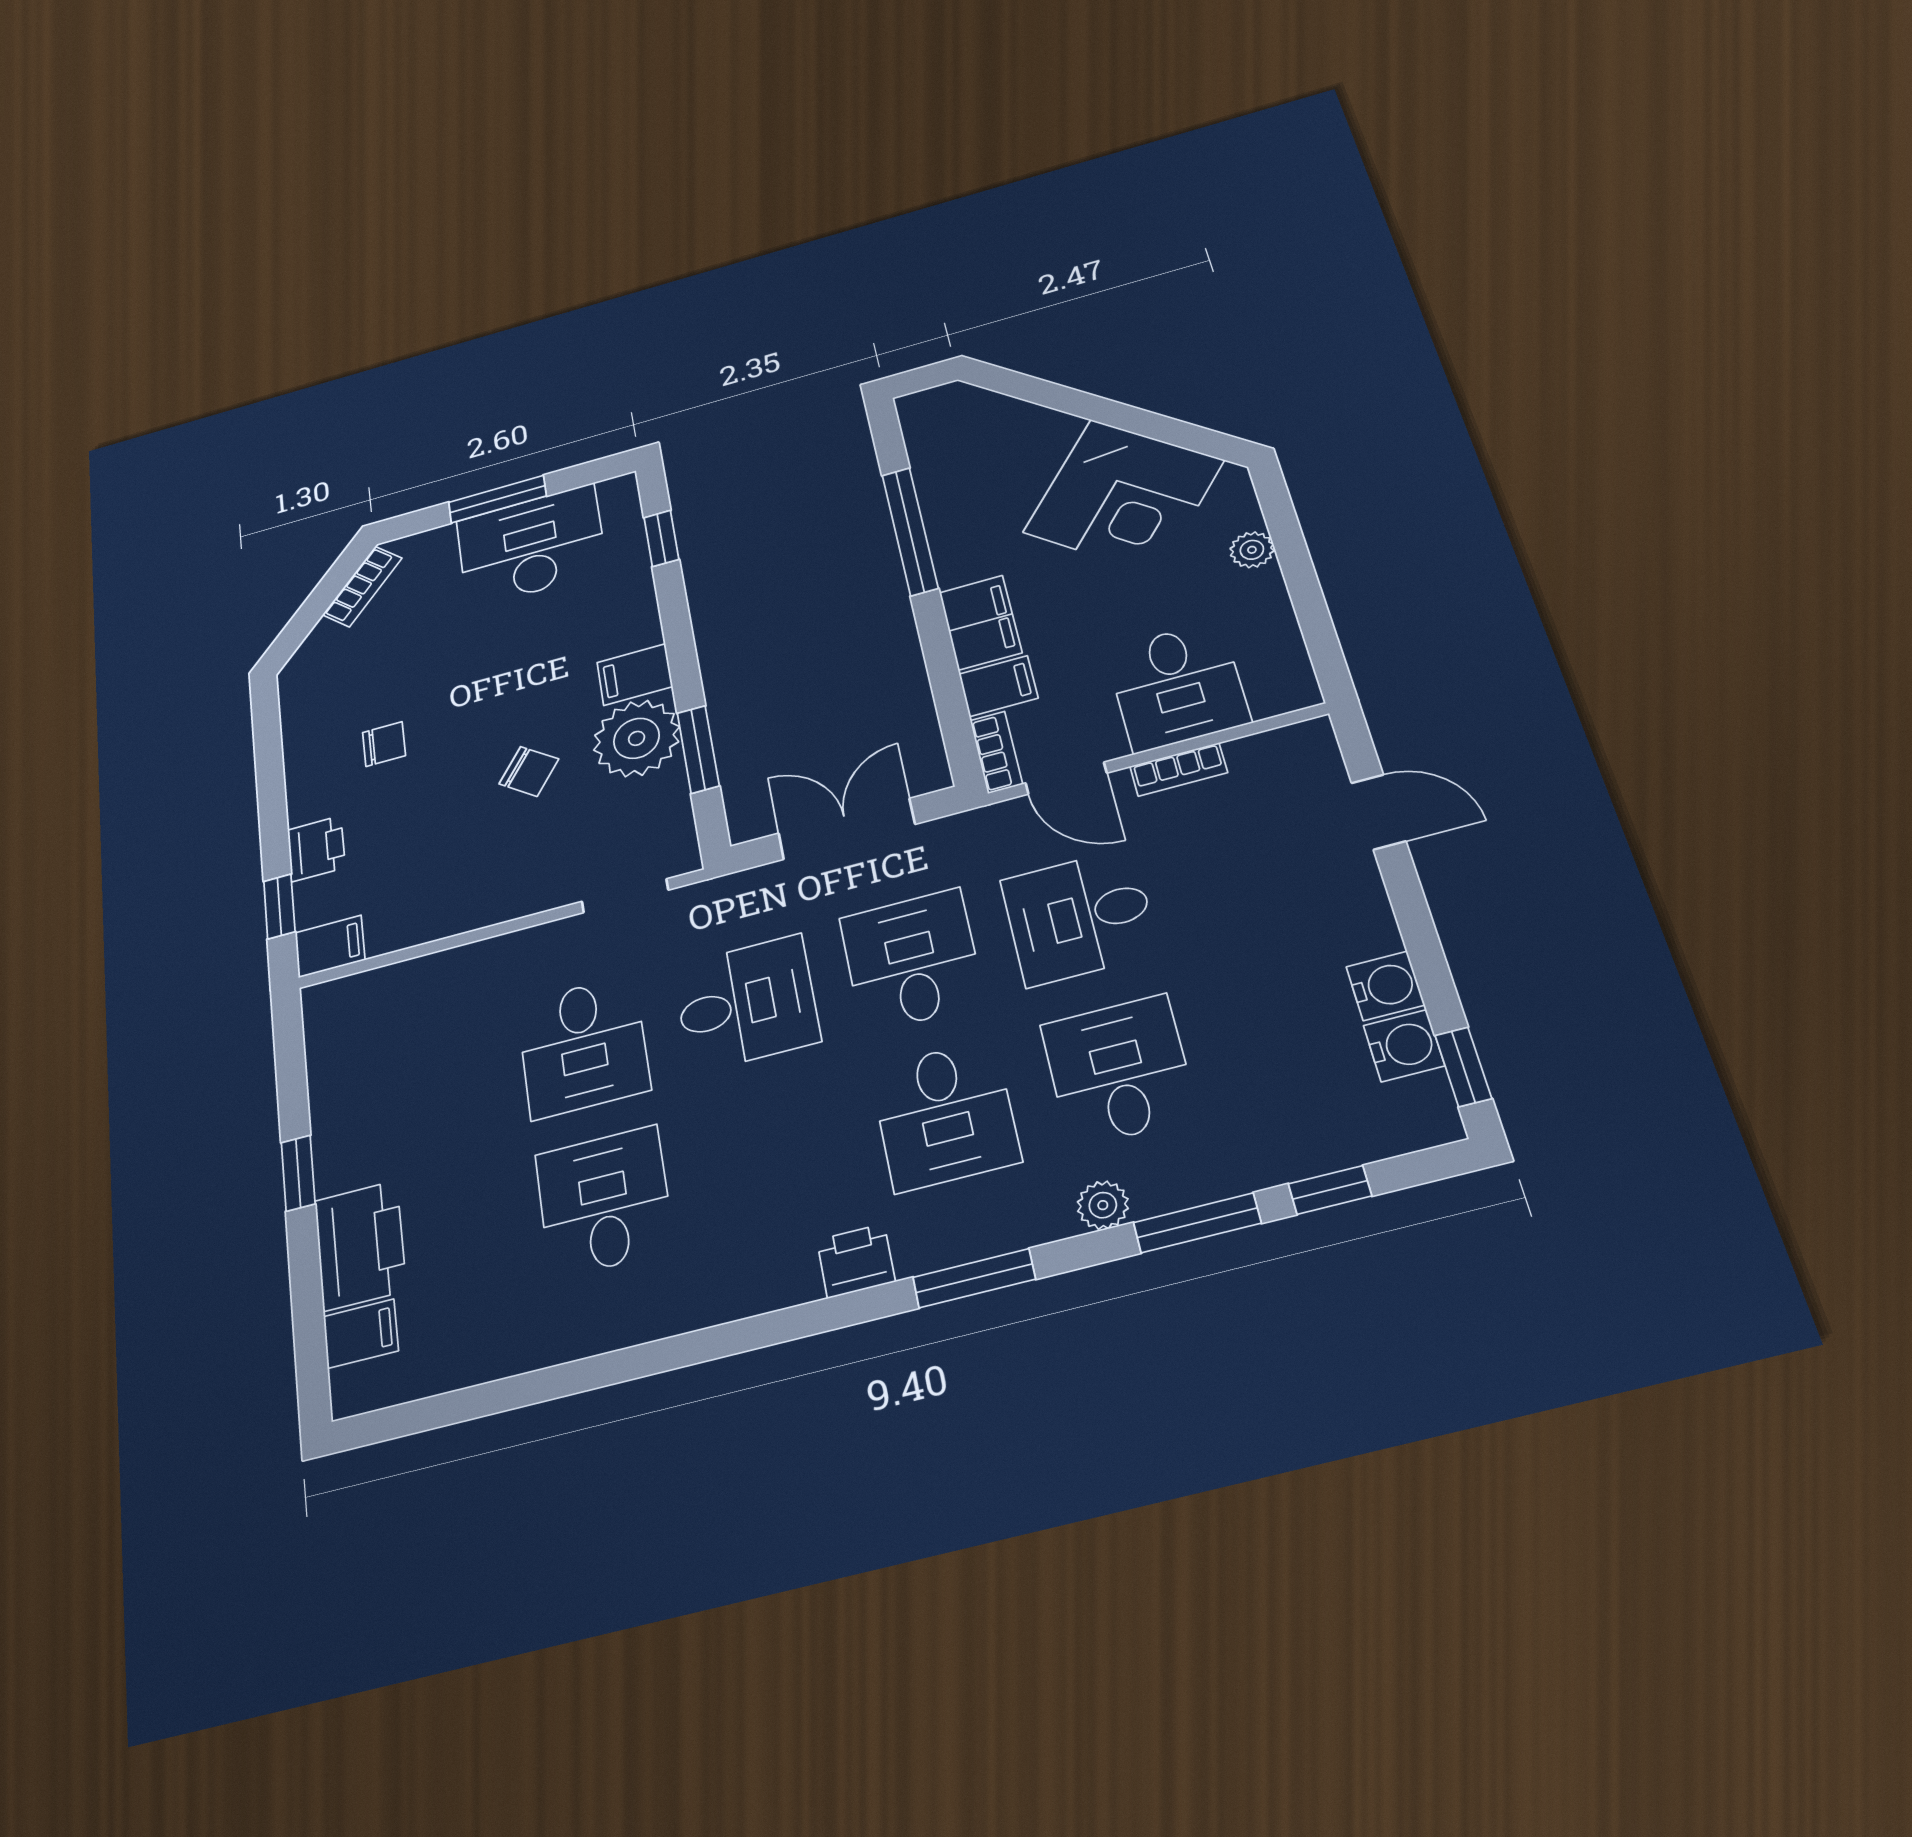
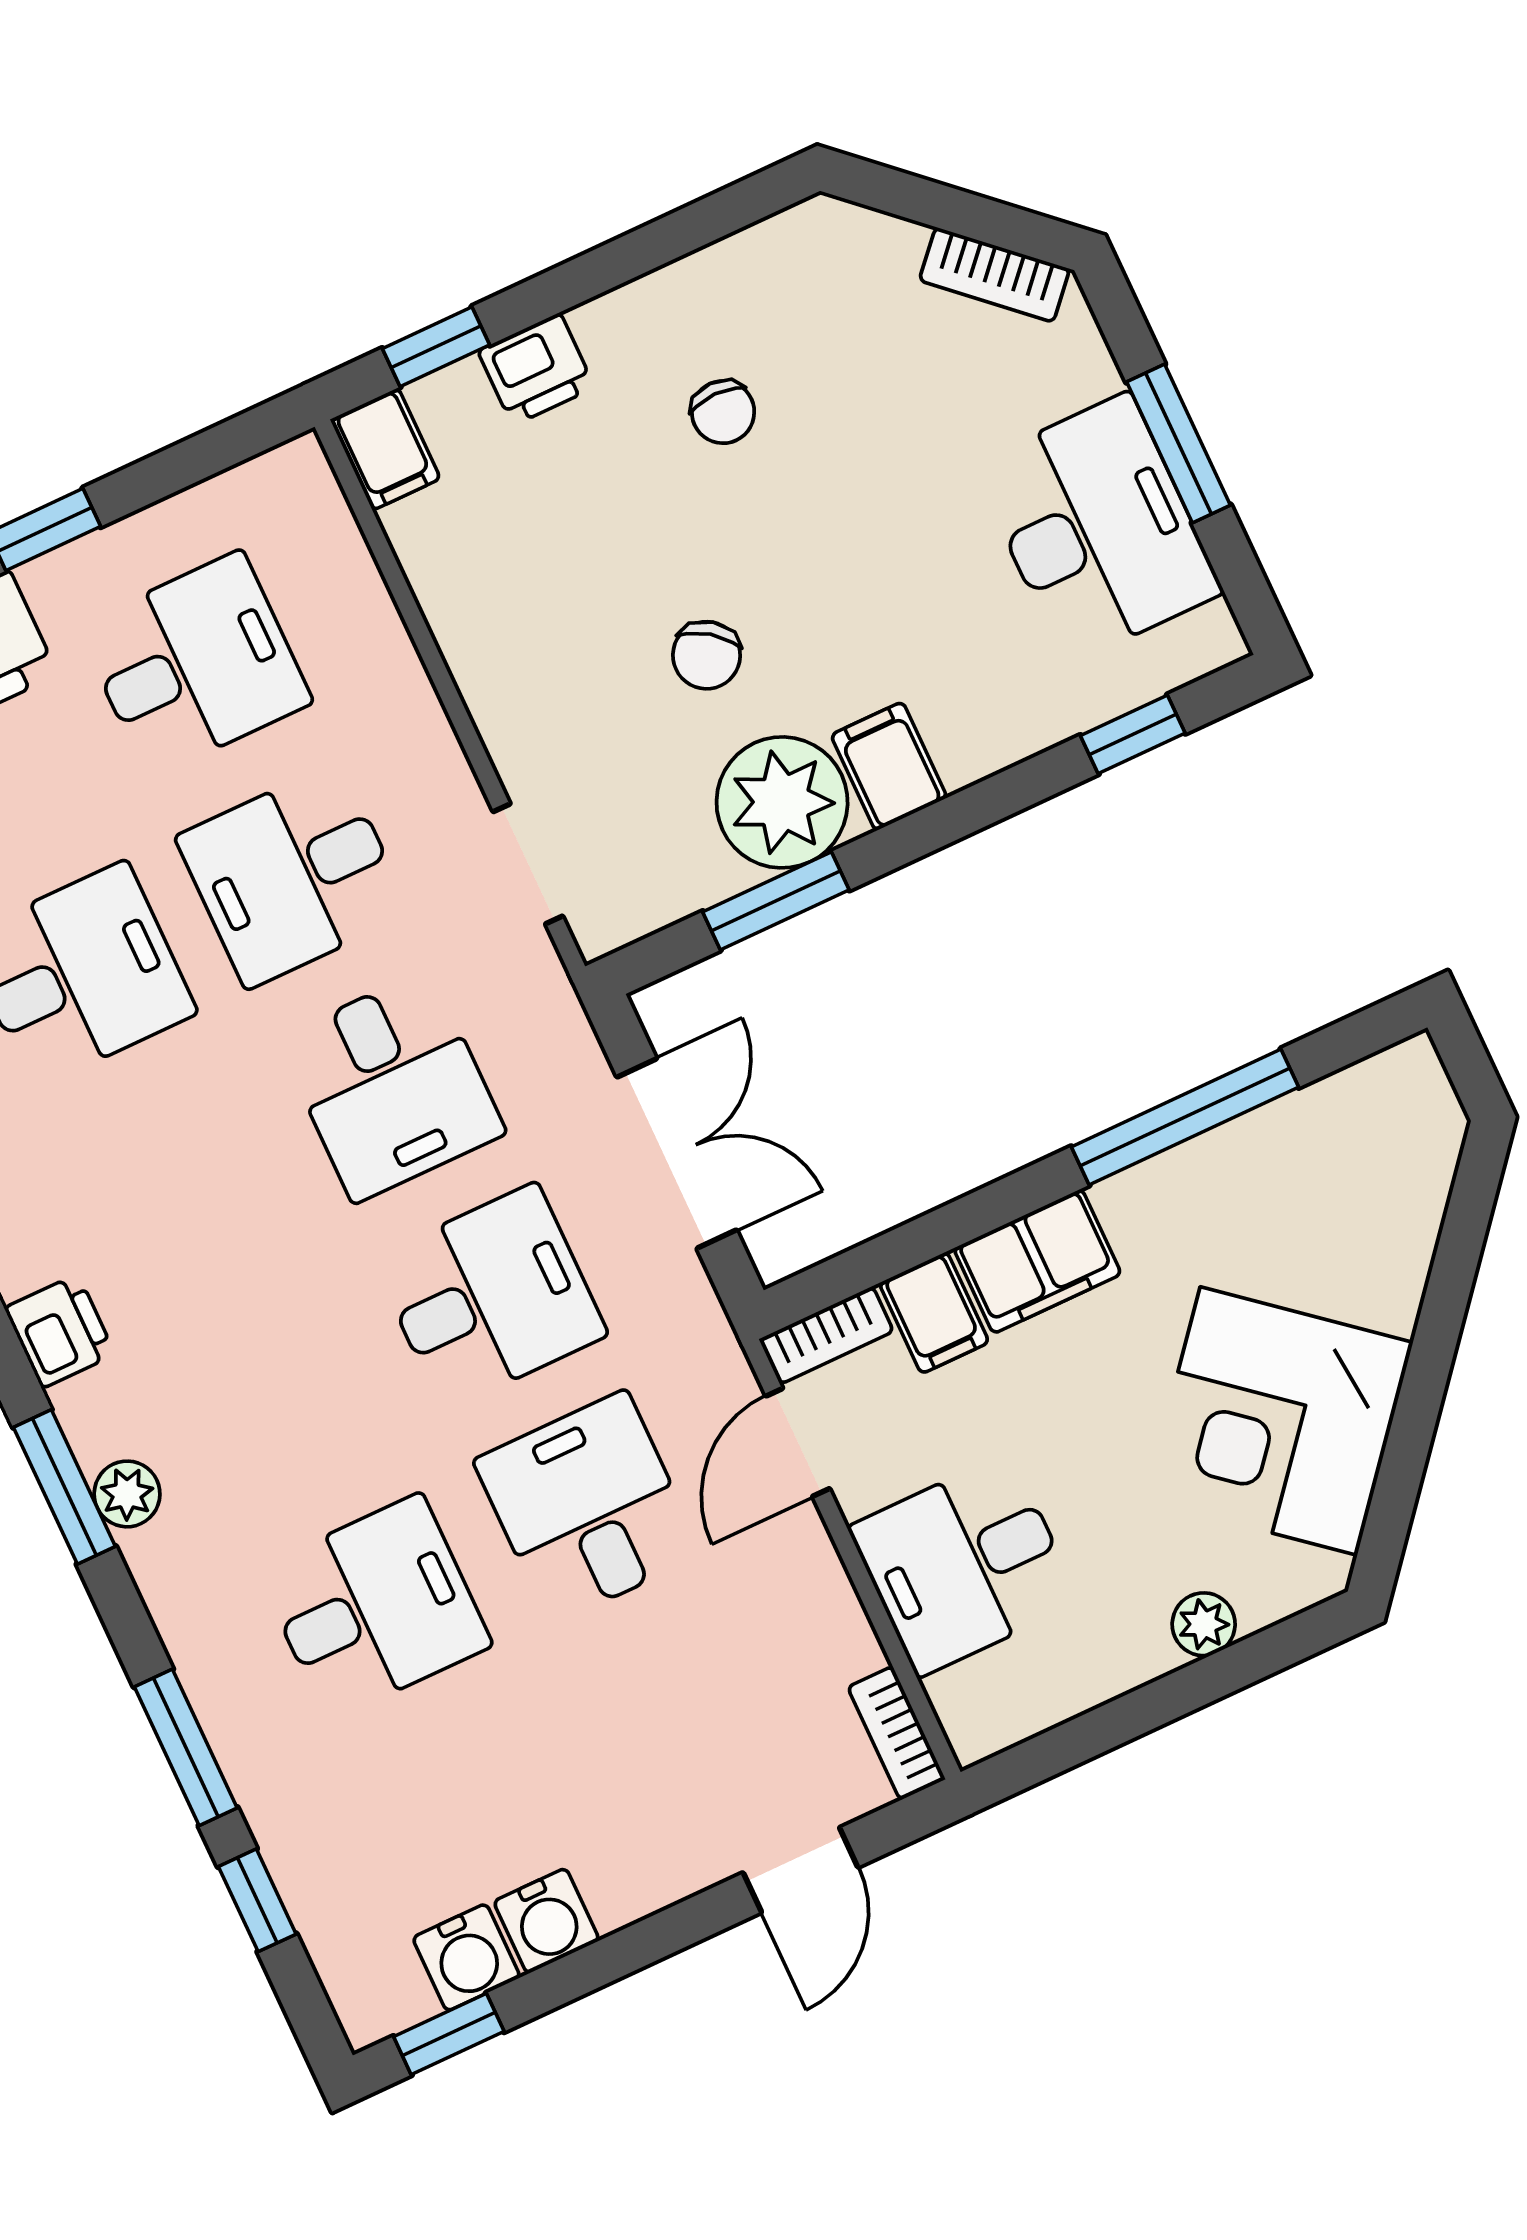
bookcase: (1179, 769) -> (896, 1733), moved
desk: (945, 1115) -> (195, 664), moved, turned 180
plant: (1103, 1205) -> (127, 1494), moved

